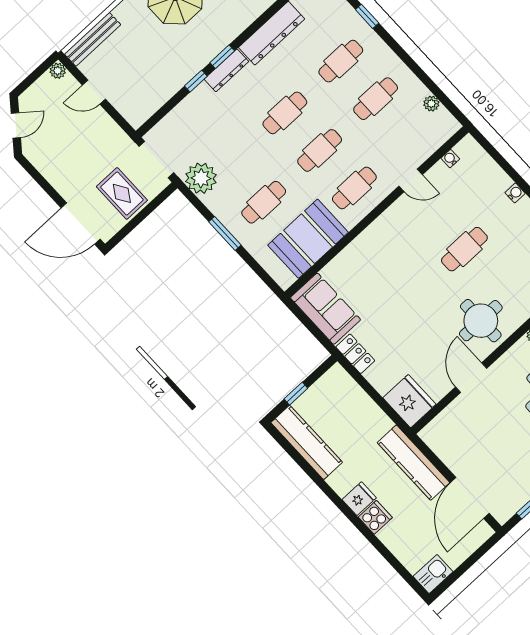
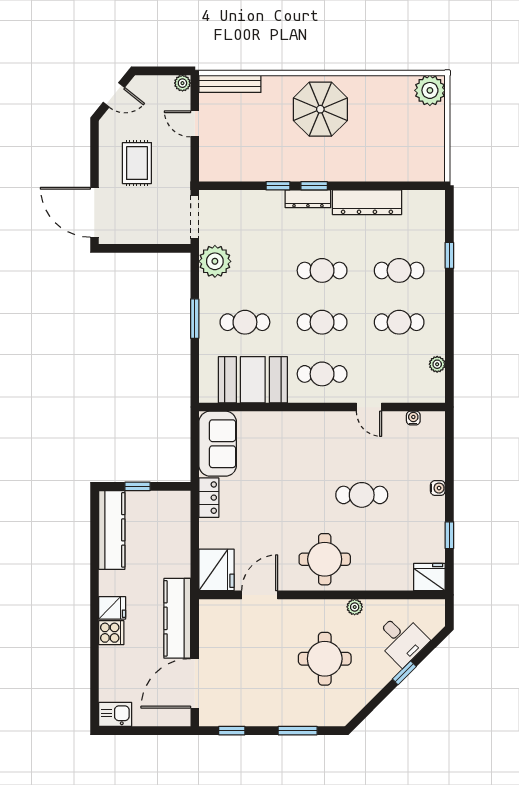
rug: (122, 193) -> (137, 163), moved
door: (471, 378) -> (260, 595), moved

